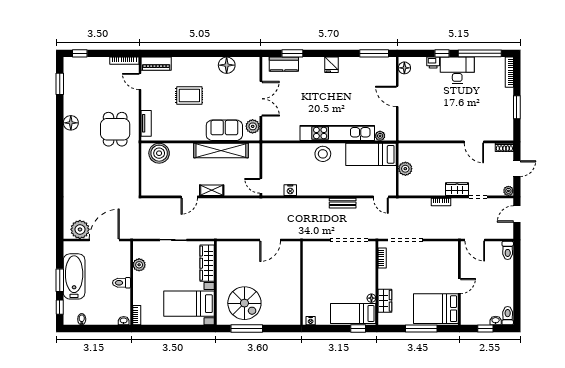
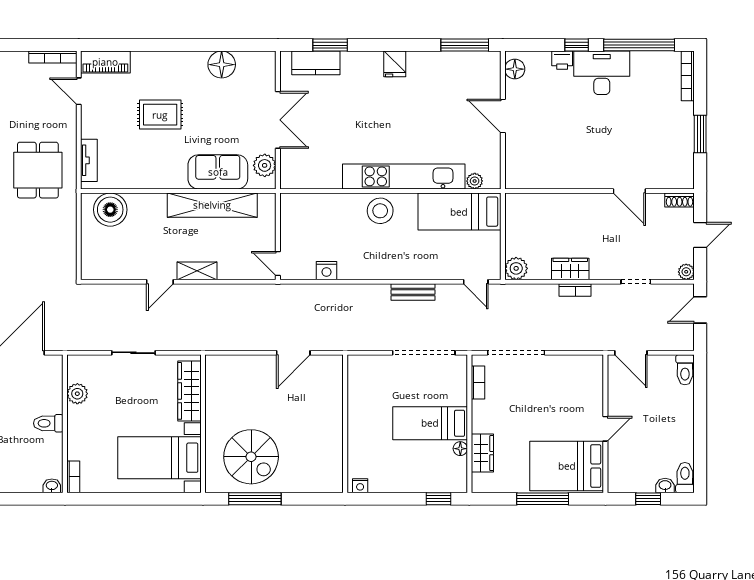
plant: (405, 169) -> (516, 268), moved
wardrobe: (457, 189) -> (570, 269), moved
bed: (353, 314) -> (430, 423), moved

